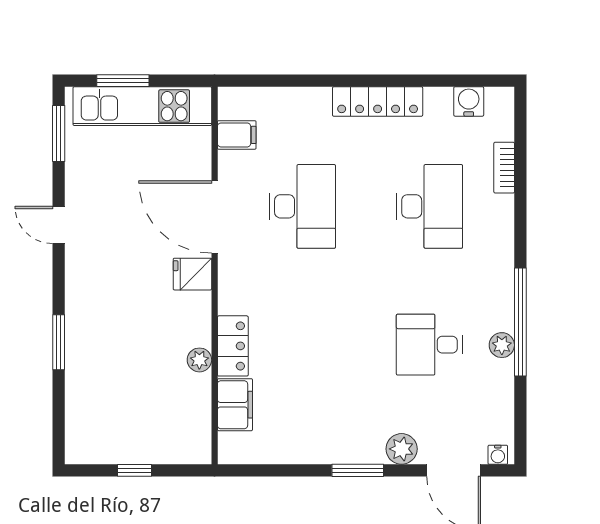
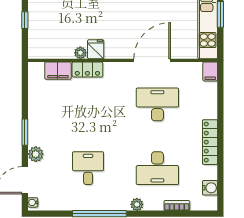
filing cabinet: (237, 135) -> (210, 71), moved
desk: (302, 206) -> (157, 104), turned 180
fridge: (192, 274) -> (96, 49), moved
plant: (502, 345) -> (137, 204), moved

